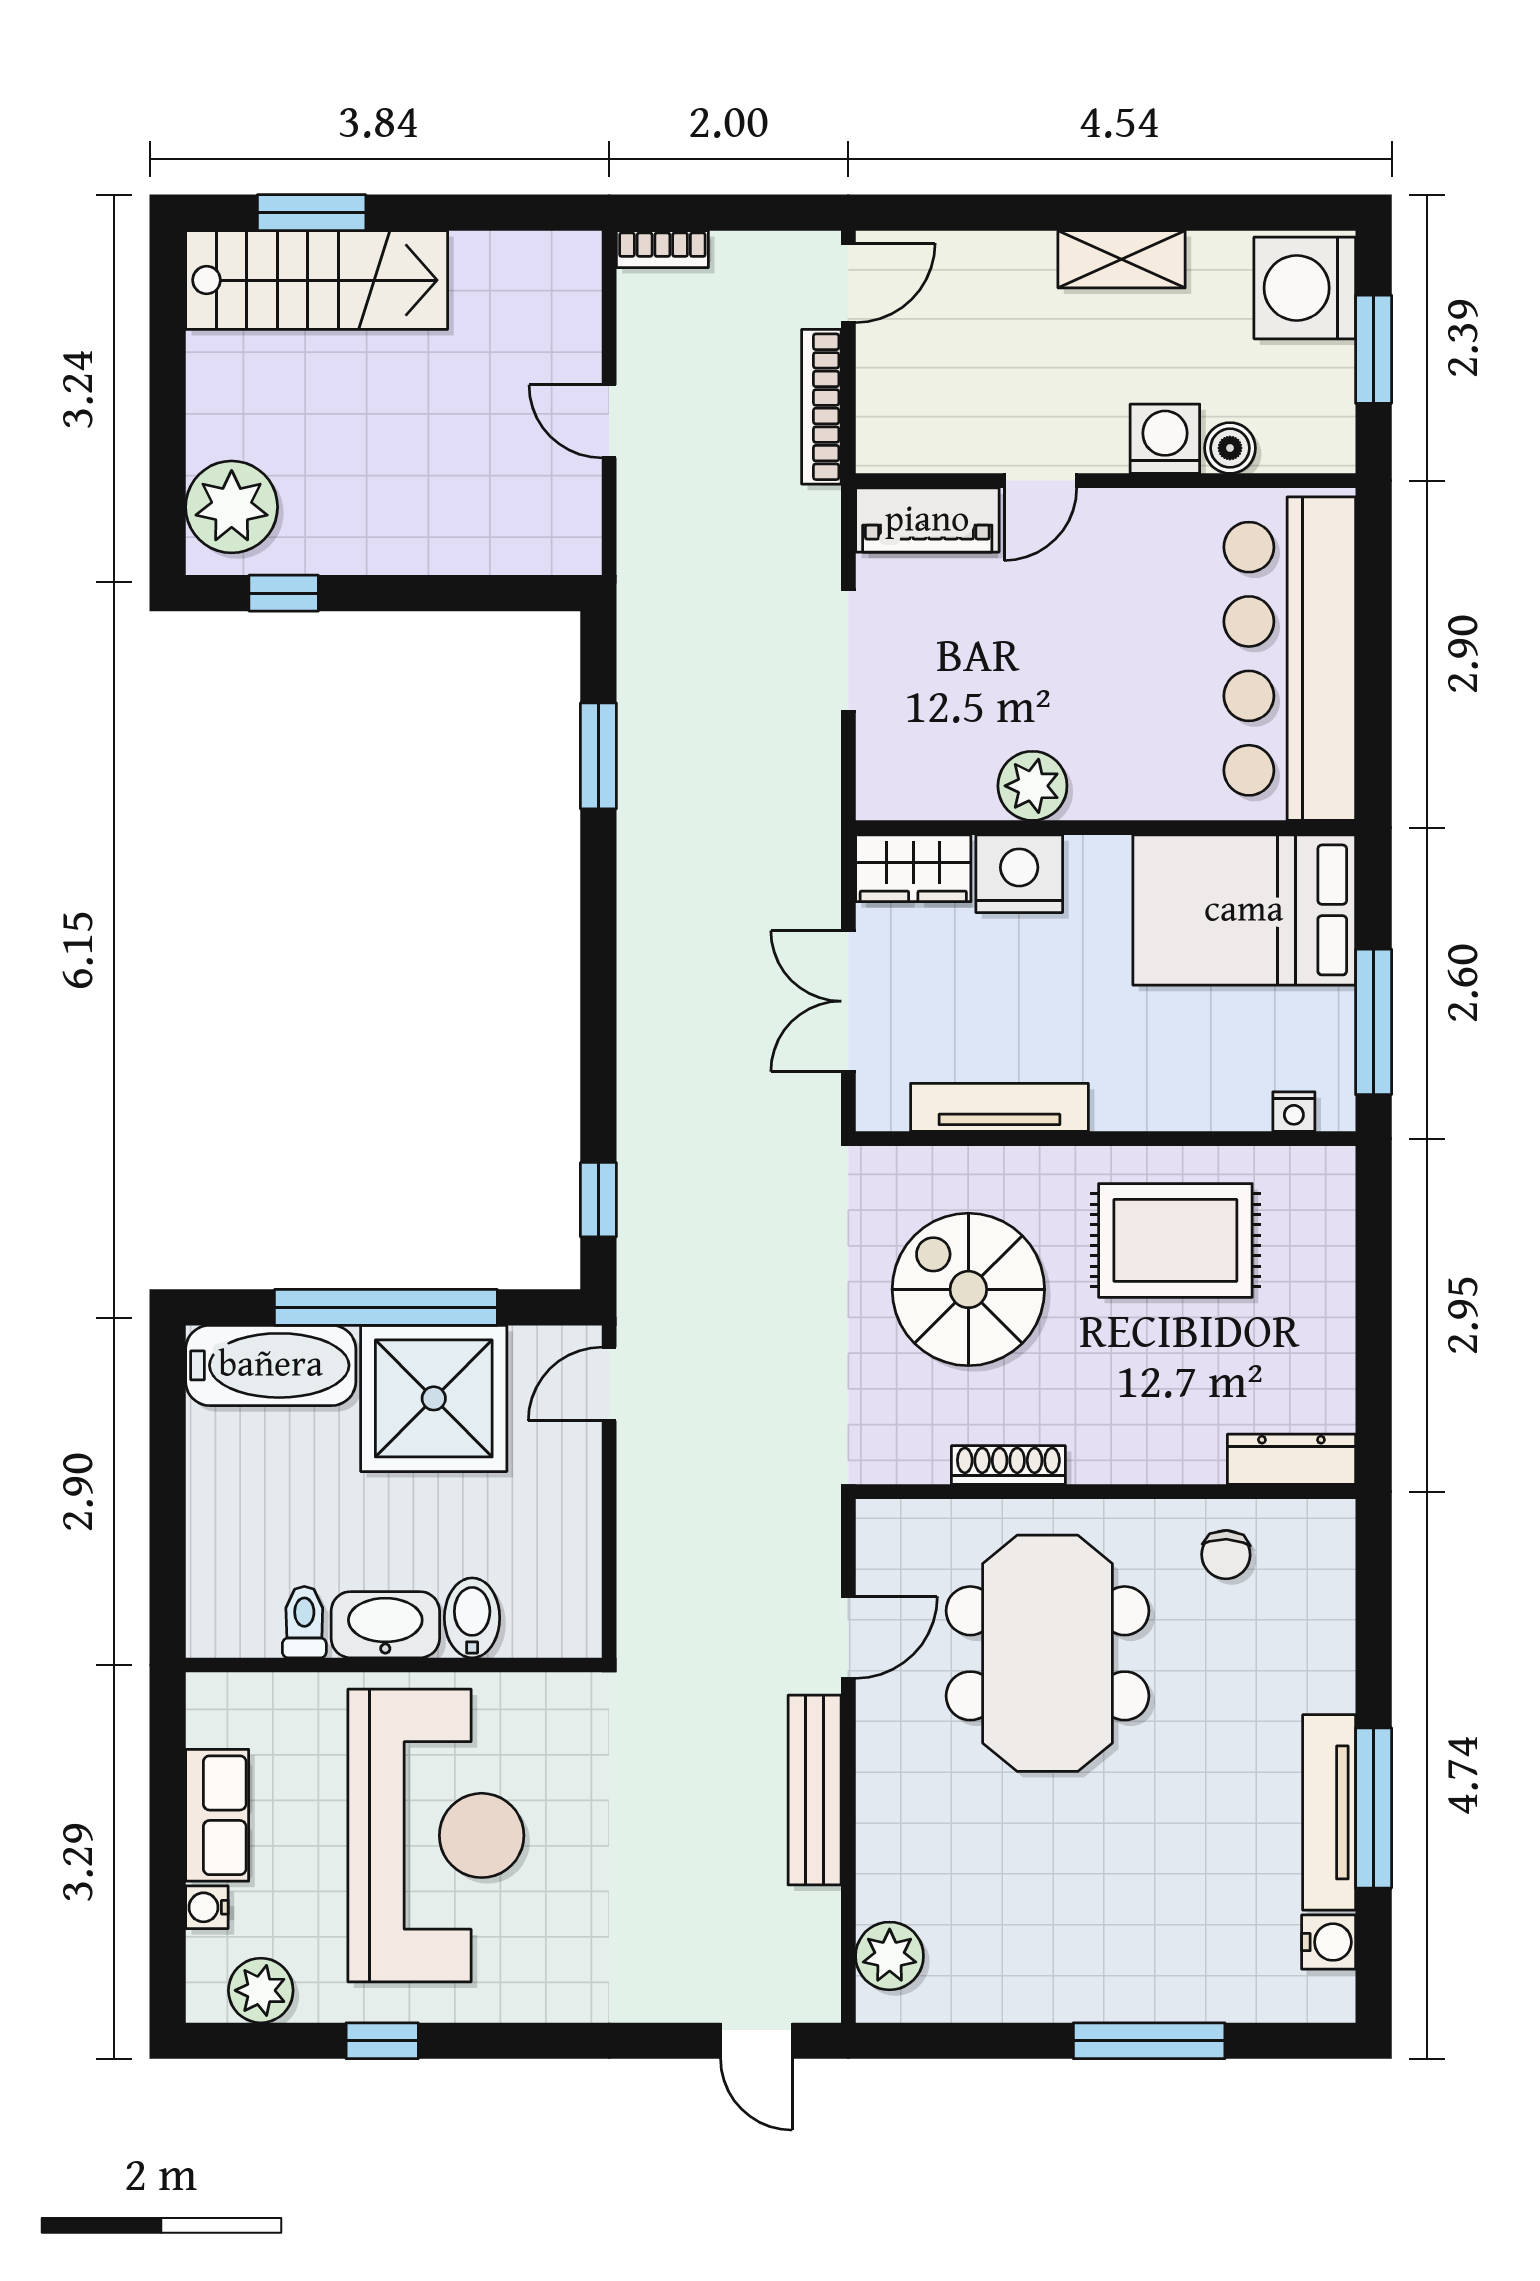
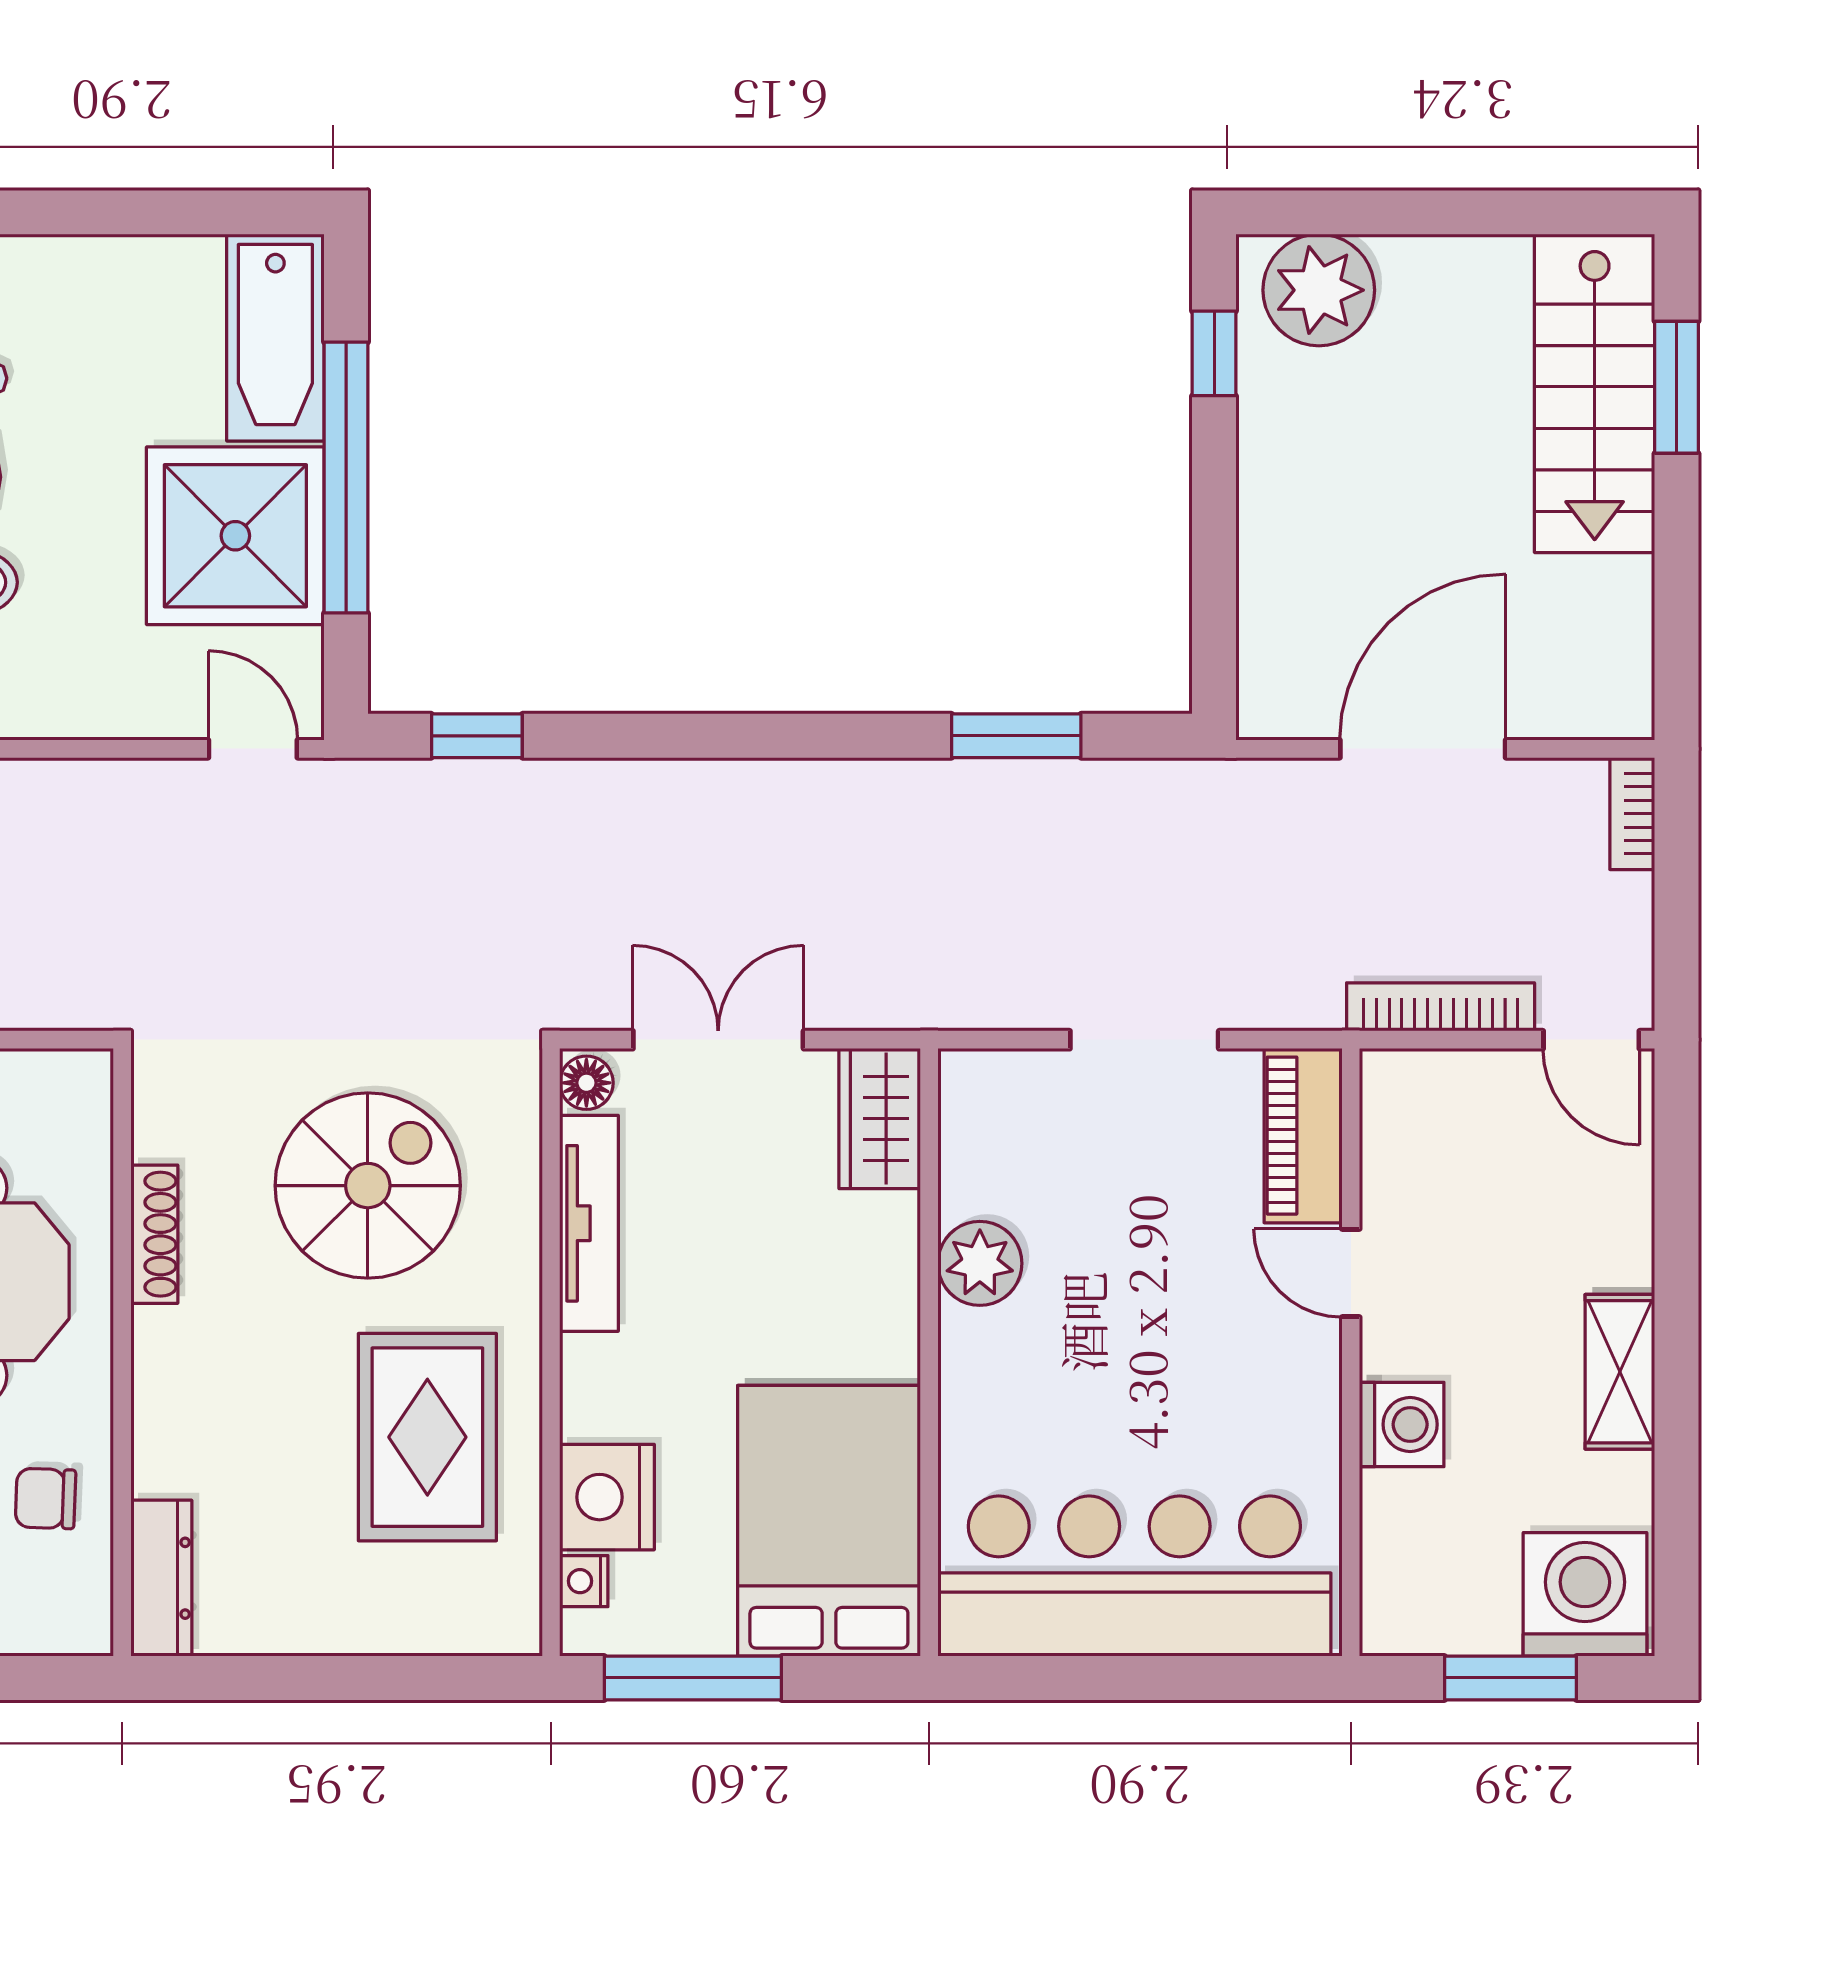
door: (609, 421) -> (1423, 749), width x1.87
boiler: (1230, 448) -> (1390, 1503), removed
nightstand: (1019, 874) -> (607, 1497), moved, turned 180
floor lamp: (884, 1110) -> (586, 1083), added

